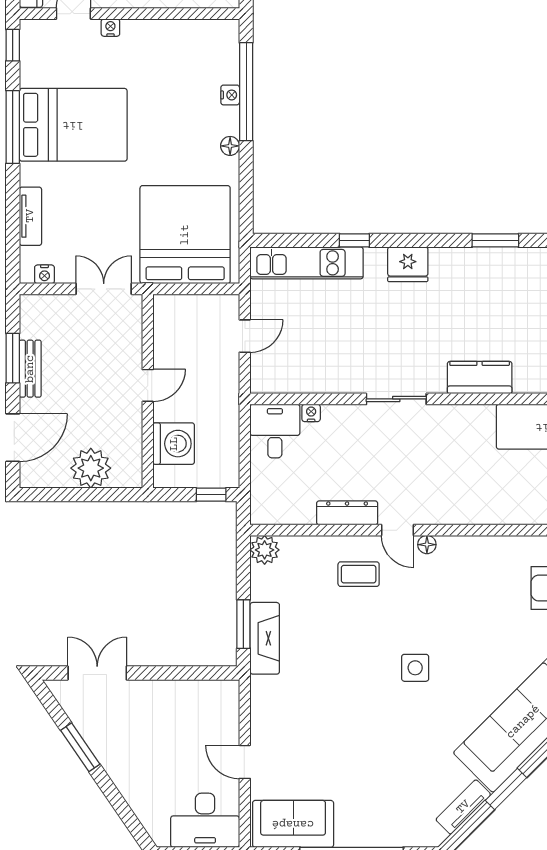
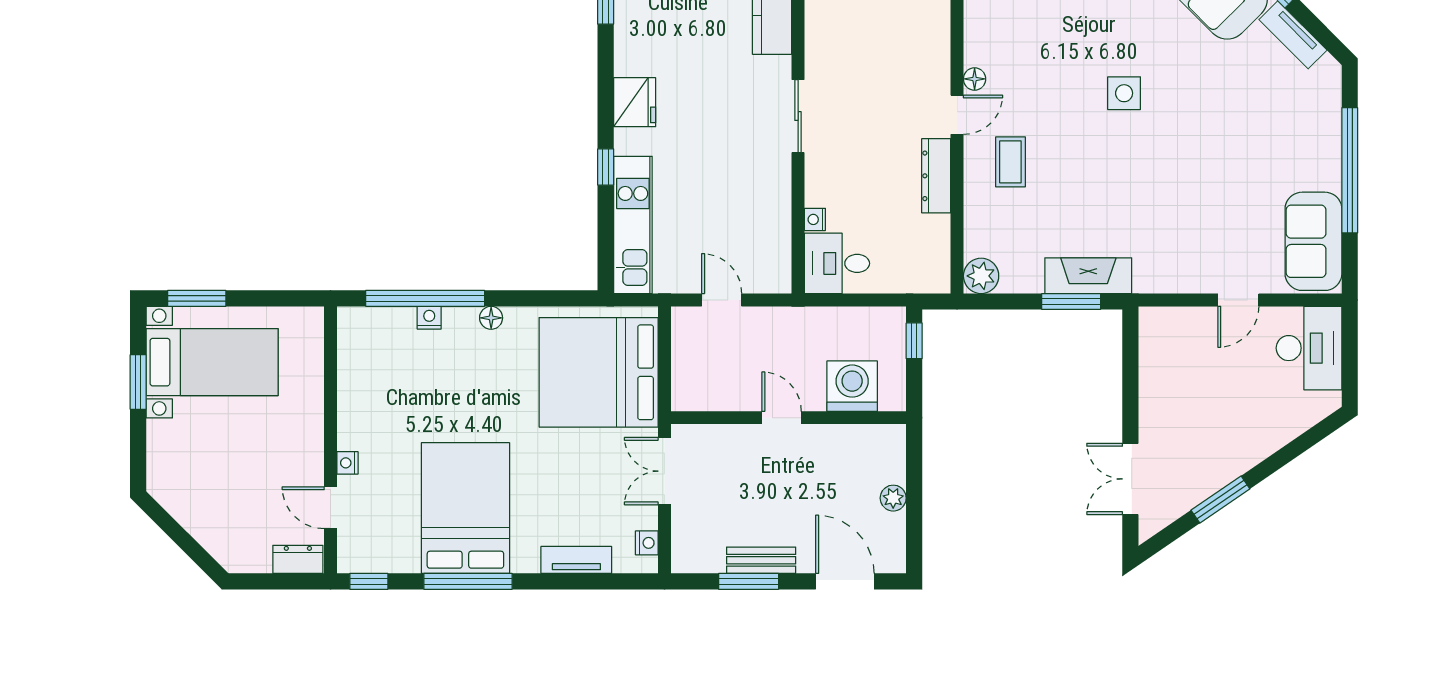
plant: (91, 468) -> (893, 498), width x0.53, depth x0.53

